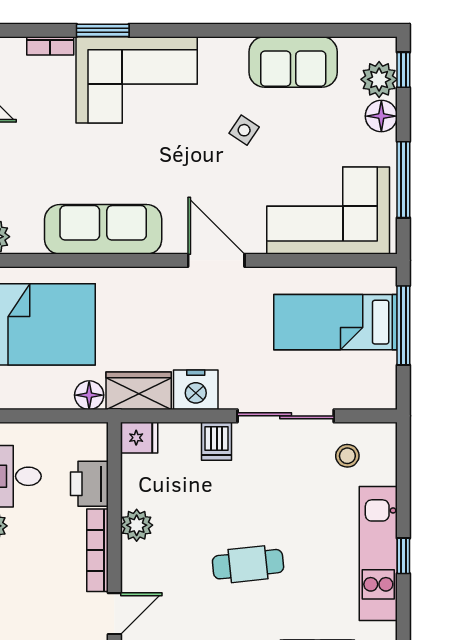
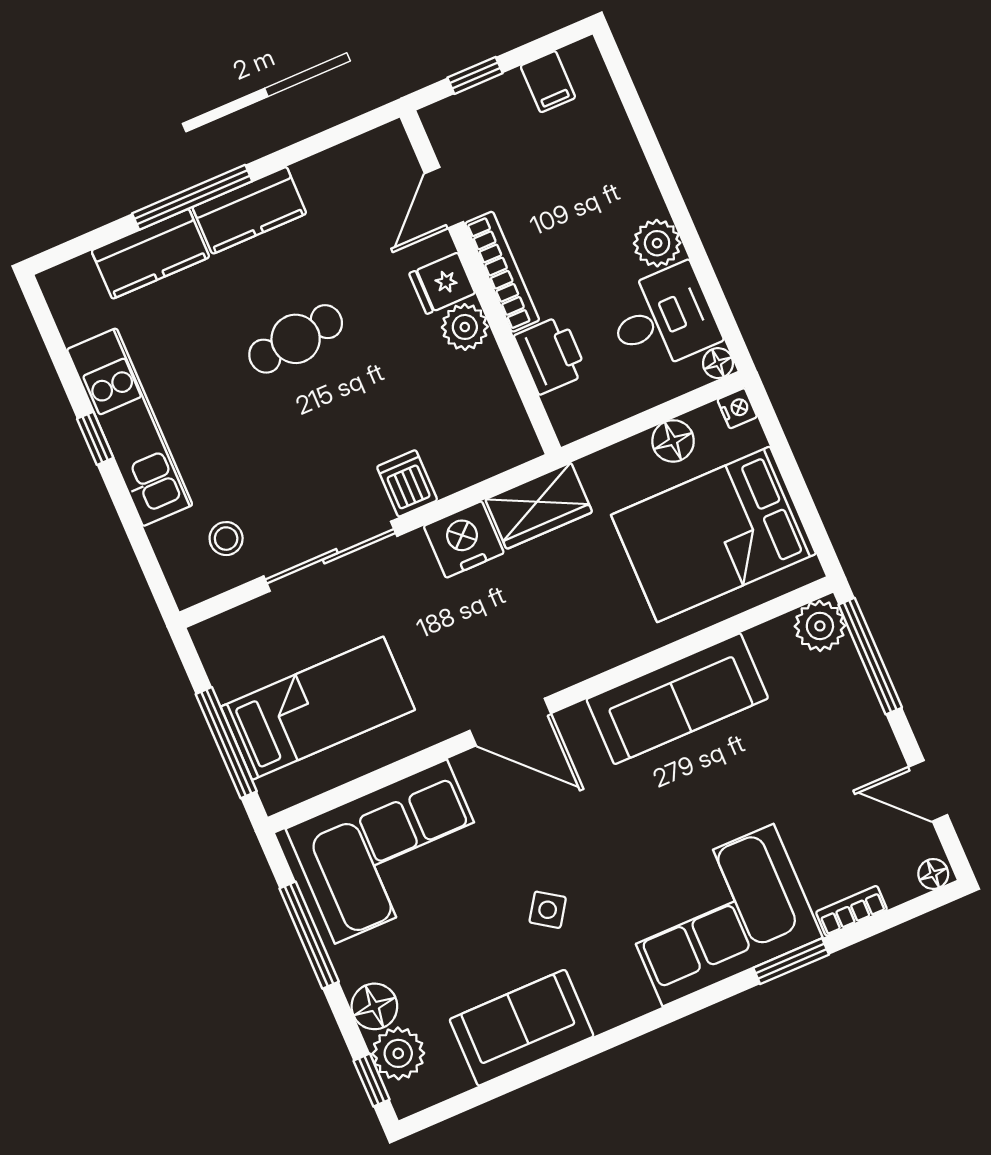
floor lamp: (89, 395) -> (673, 441), moved
fridge: (139, 438) -> (442, 283), moved

